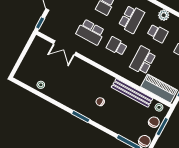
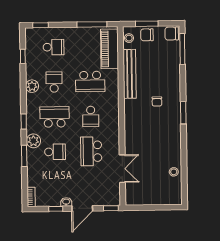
school desk: (91, 32) -> (91, 151), turned 180

